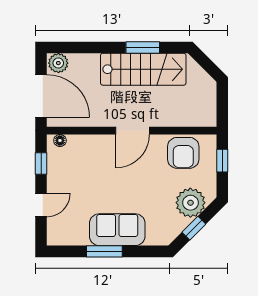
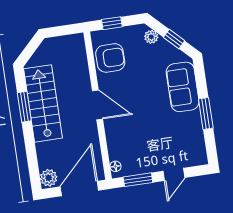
window: (41, 164) -> (138, 180), width x1.50
plant: (190, 203) -> (151, 37), width x0.53, depth x0.53
door: (41, 205) -> (174, 174), swing flipped
sofa: (117, 230) -> (183, 87), moved

